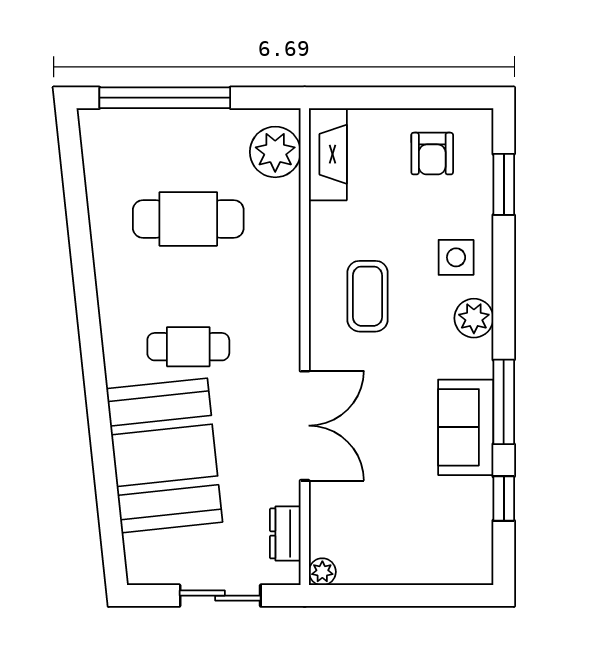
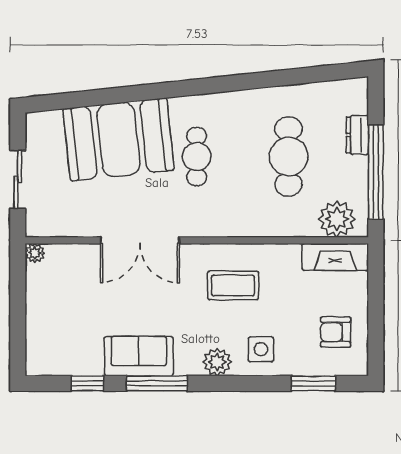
window: (165, 98) -> (376, 172), moved
dresser: (285, 533) -> (357, 135), moved, turned -90

